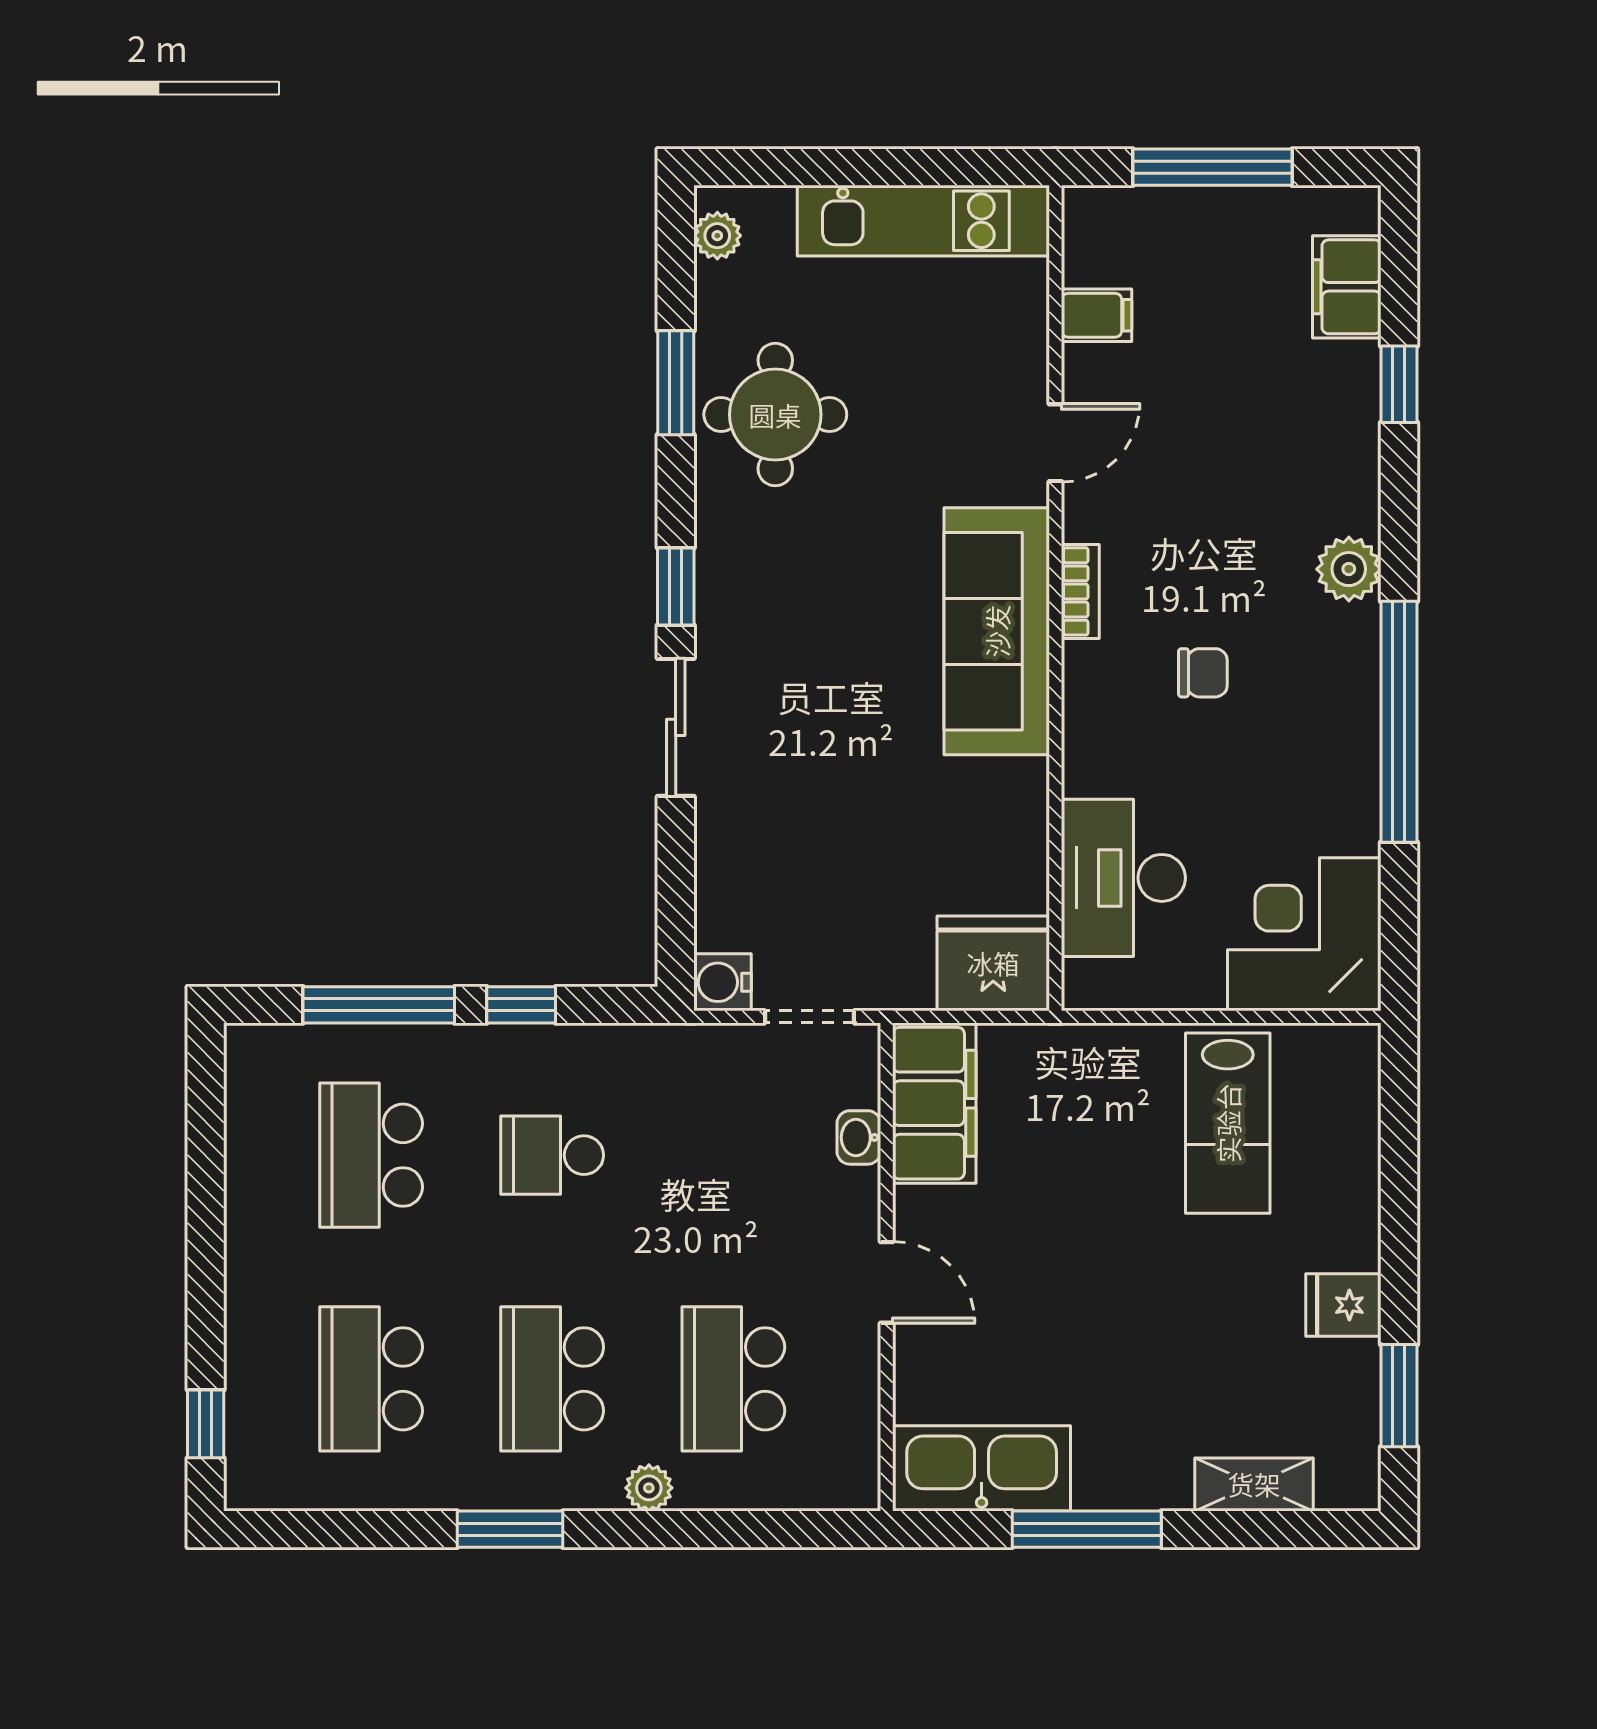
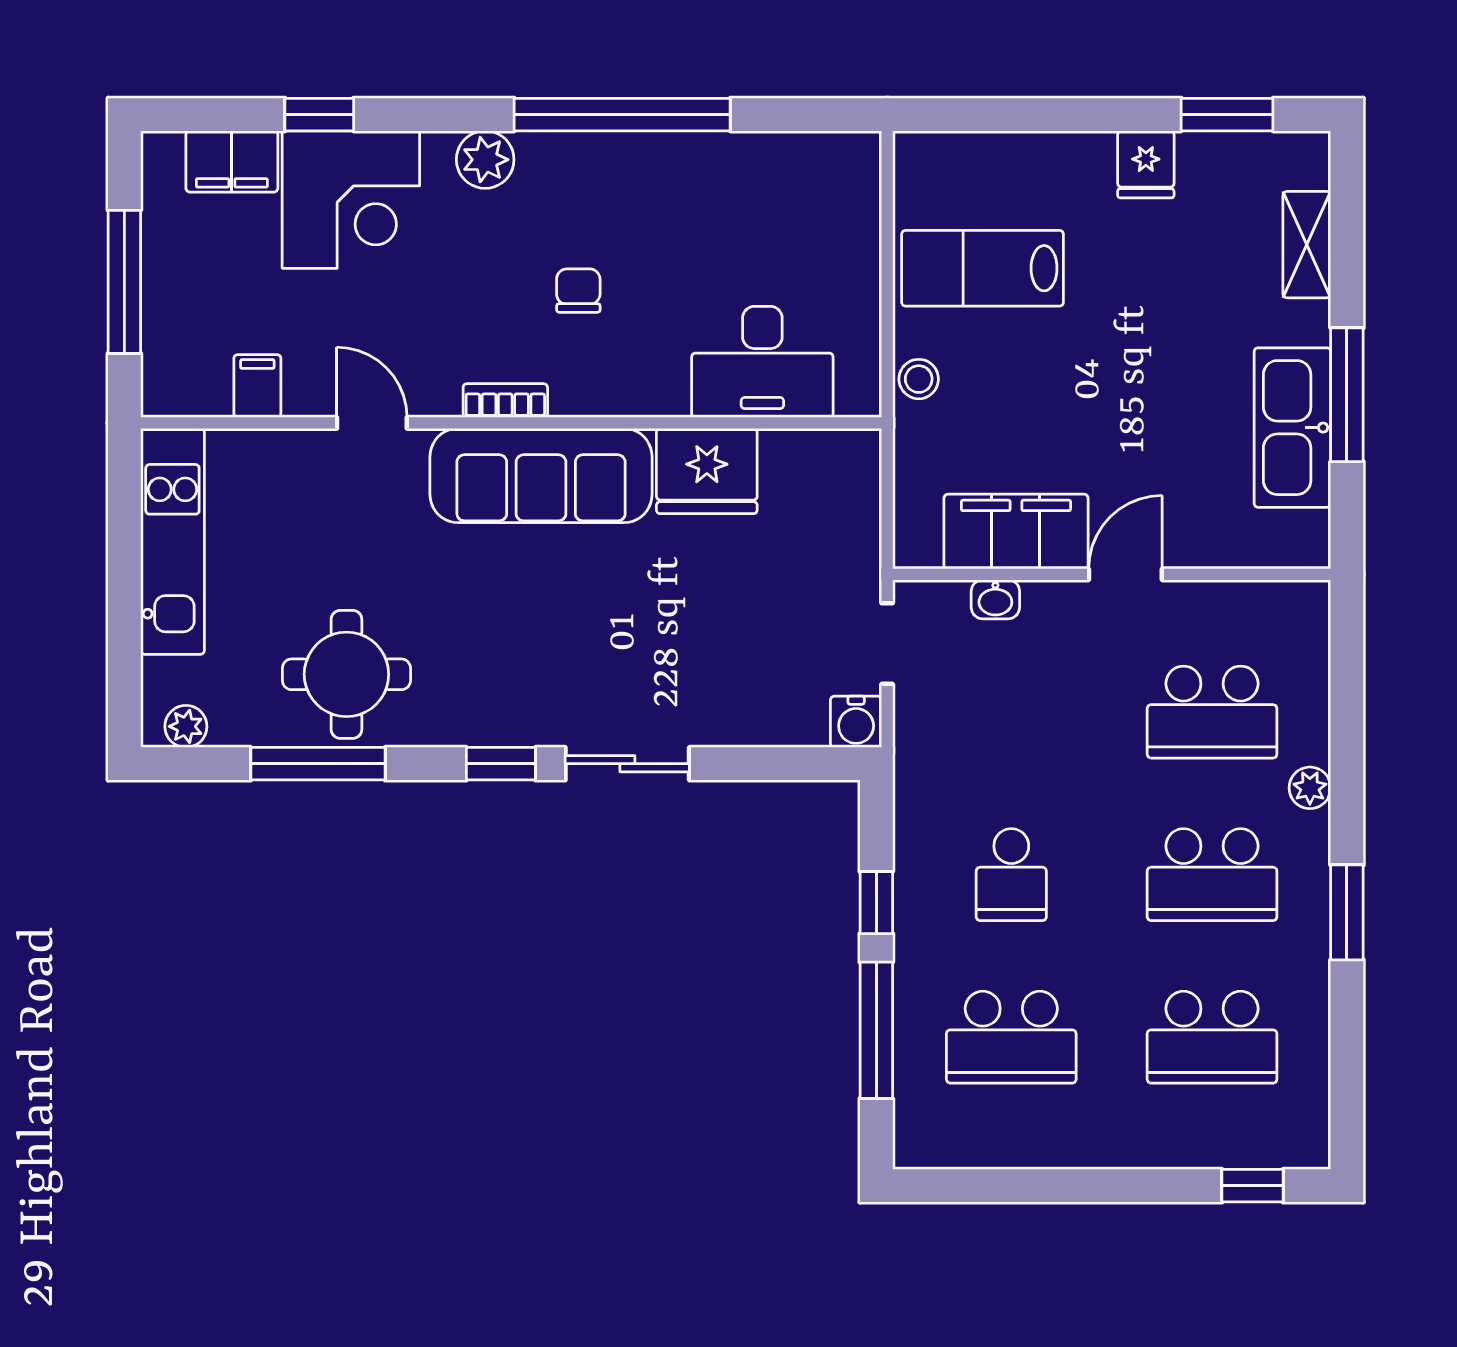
window: (676, 383) -> (318, 764), width x1.44
corner desk: (1304, 934) -> (351, 200), moved, turned -90
fridge: (993, 963) -> (707, 471), moved, turned -90
stool: (1104, 1052) -> (919, 379), added
filing cabinet: (934, 1103) -> (1016, 532), moved
lab bench: (1228, 1123) -> (983, 268), turned 180
kitchen sink: (982, 1468) -> (1292, 428), moved

